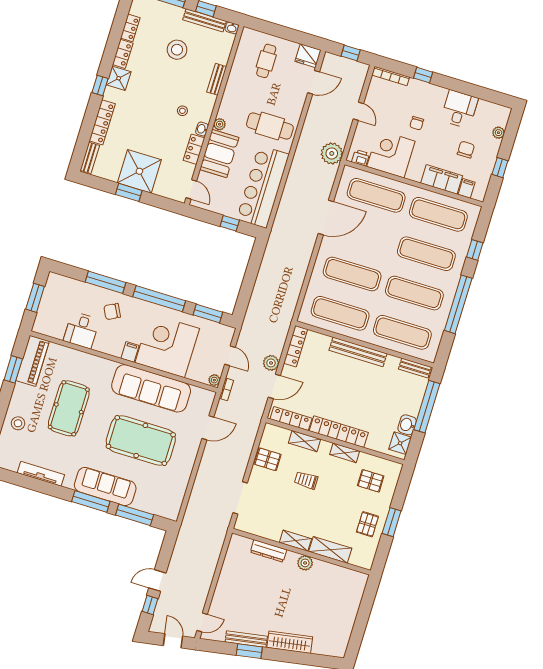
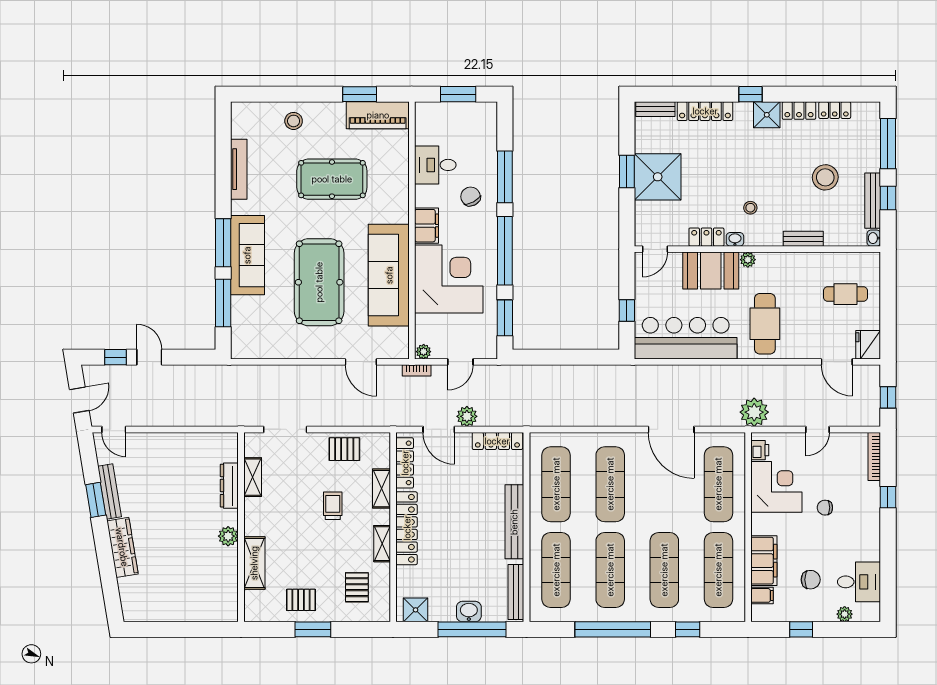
desk: (459, 109) -> (859, 582), moved
filing cabinet: (130, 352) -> (427, 226), width x2.00
bench: (415, 368) -> (516, 592), width x1.36
washbasin: (407, 425) -> (469, 612), moved
pallet: (268, 459) -> (344, 449), turned 90
shelving: (295, 541) -> (253, 477), moved

